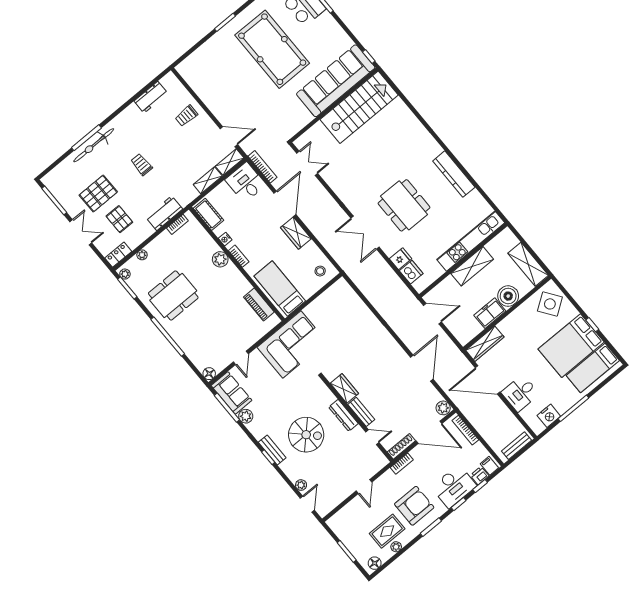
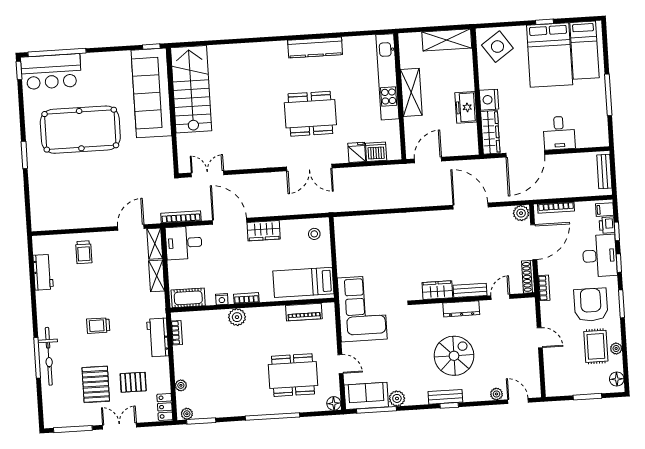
dining table: (173, 295) -> (293, 375), moved, turned 90
boiler: (508, 296) -> (462, 79), removed
nightstand: (549, 416) -> (489, 100), moved, turned 180

